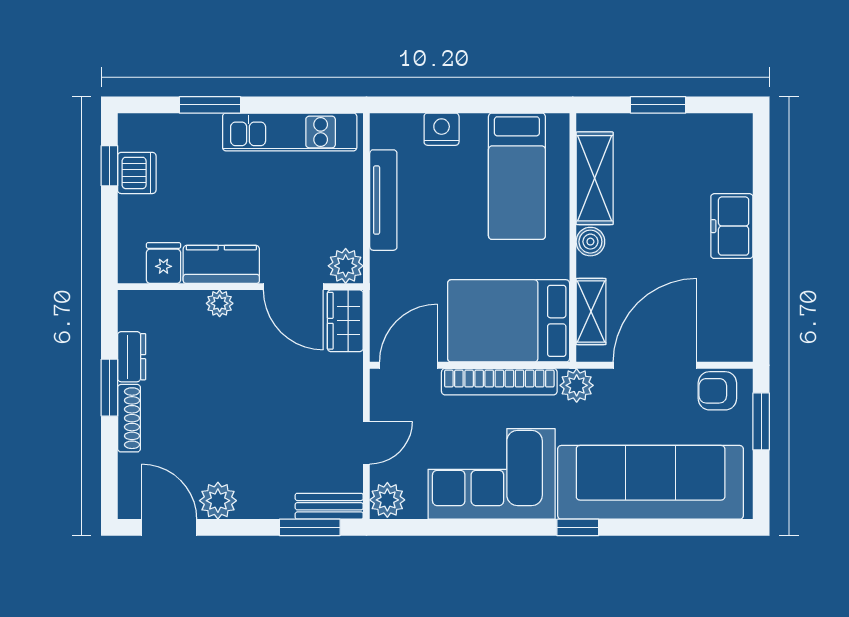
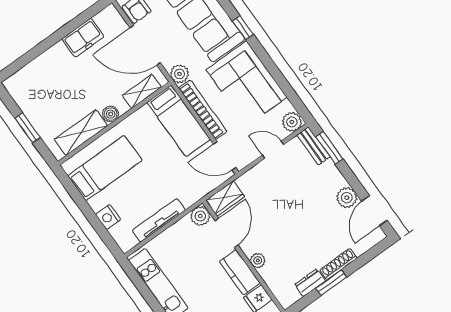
freezer: (732, 226) -> (83, 38), moved
bed: (509, 321) -> (179, 121), width x0.67

